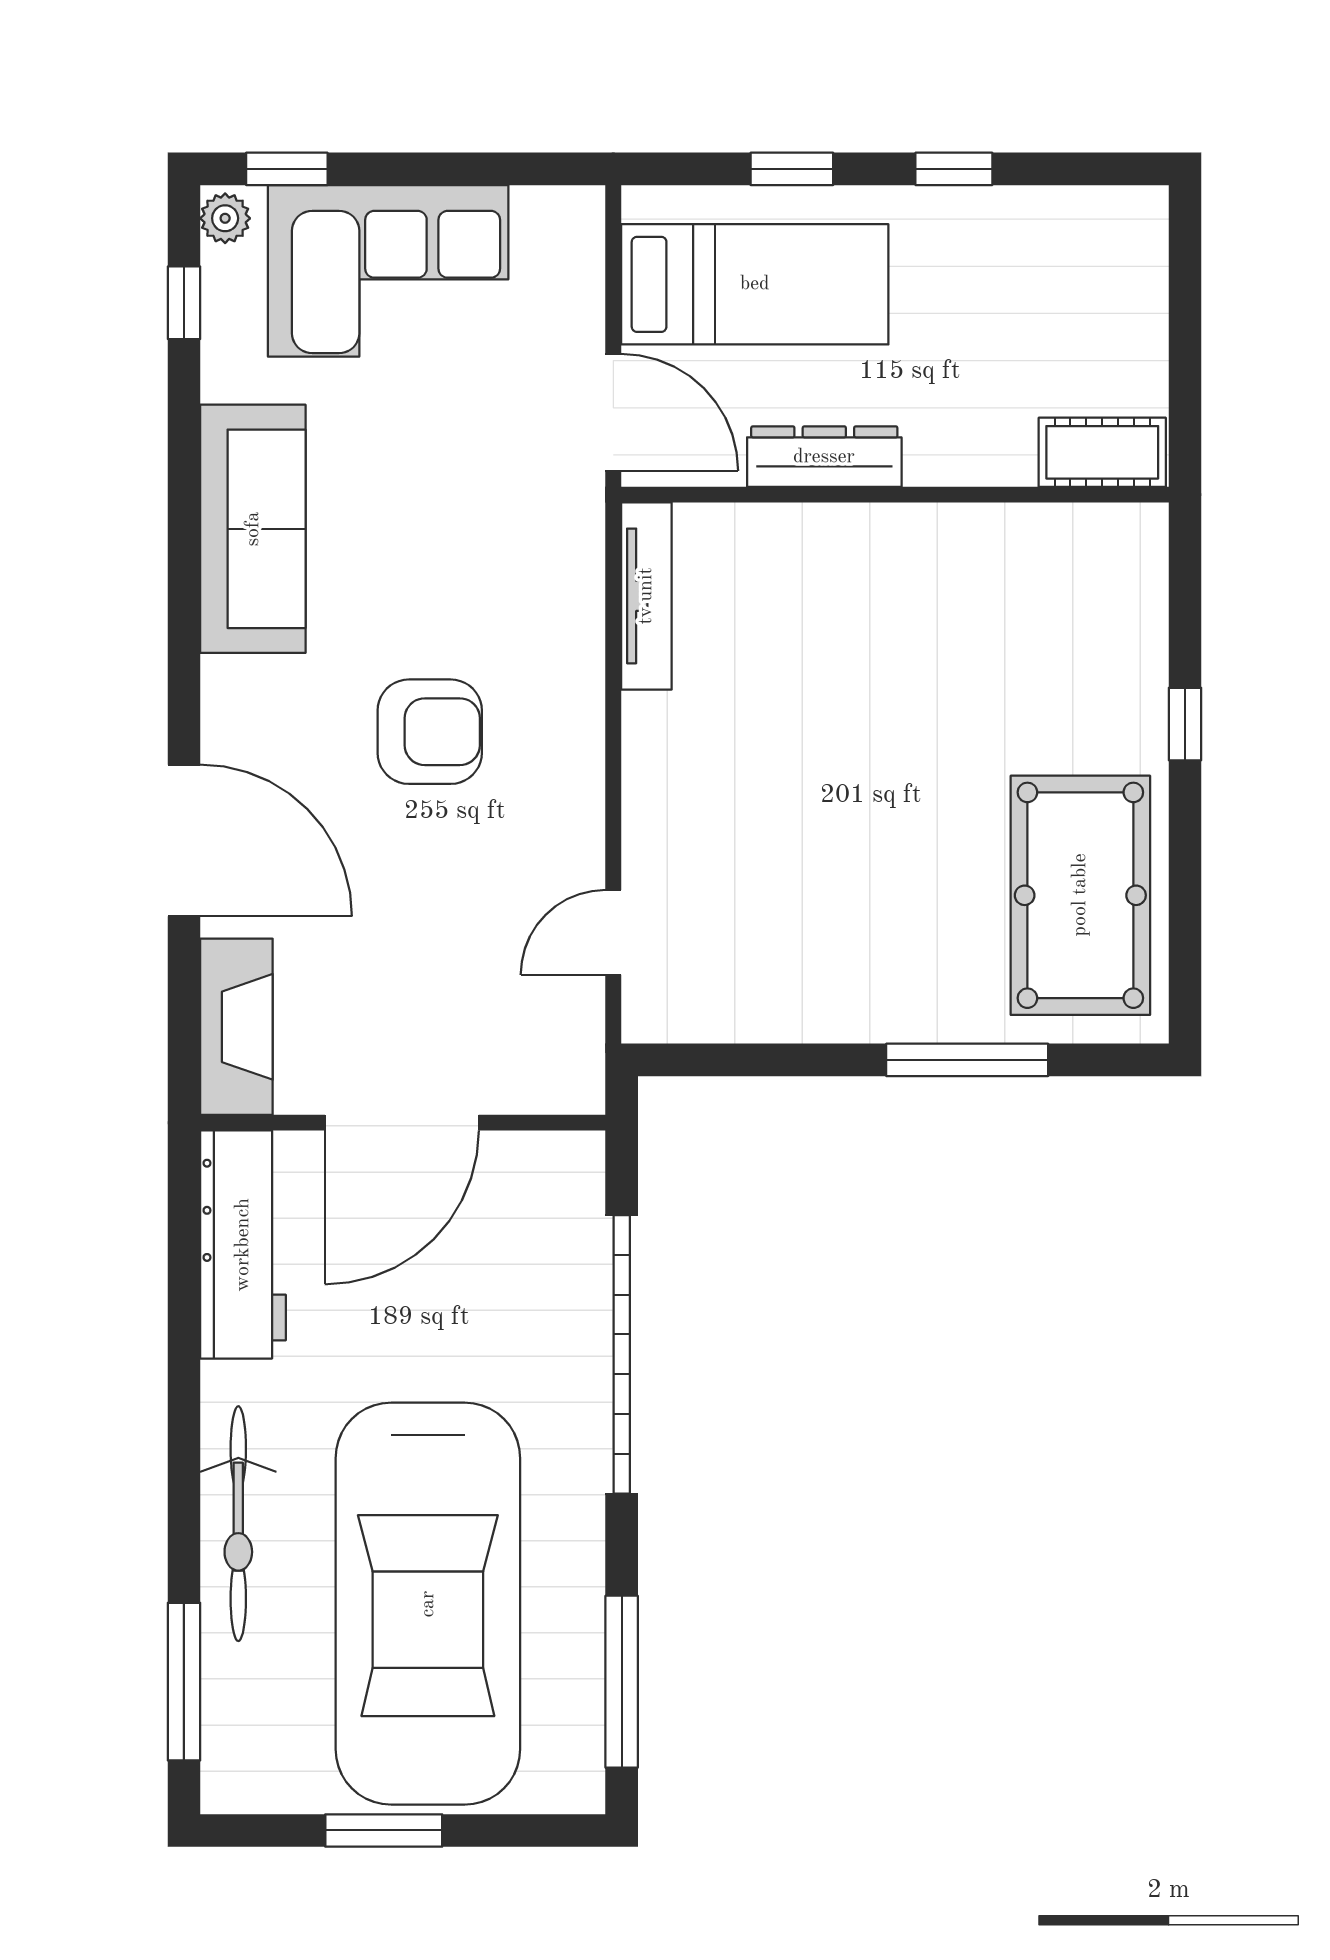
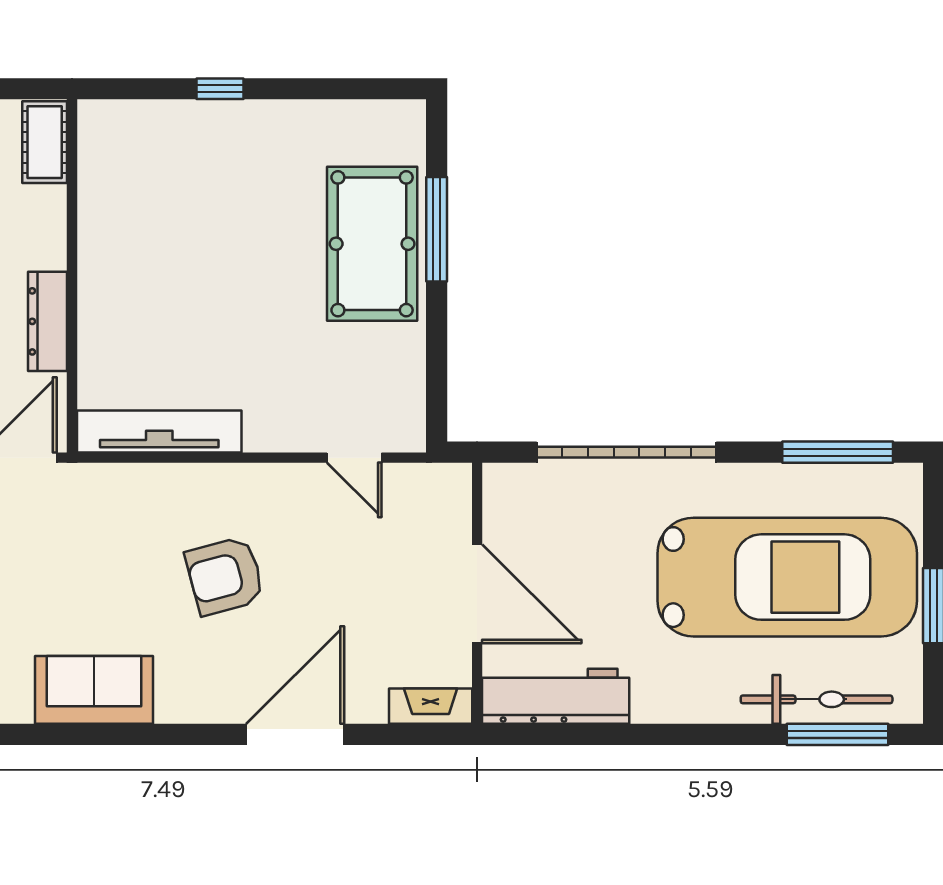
sofa: (253, 529) -> (94, 690), width x0.73
tv unit: (646, 596) -> (159, 431), width x1.36, depth x1.29
armchair: (430, 732) -> (225, 576), turned -105
pool table: (1080, 895) -> (372, 244), moved, turned 90
fireplace: (236, 1027) -> (431, 706), width x0.73, depth x0.76
bicycle: (238, 1524) -> (817, 699), moved

